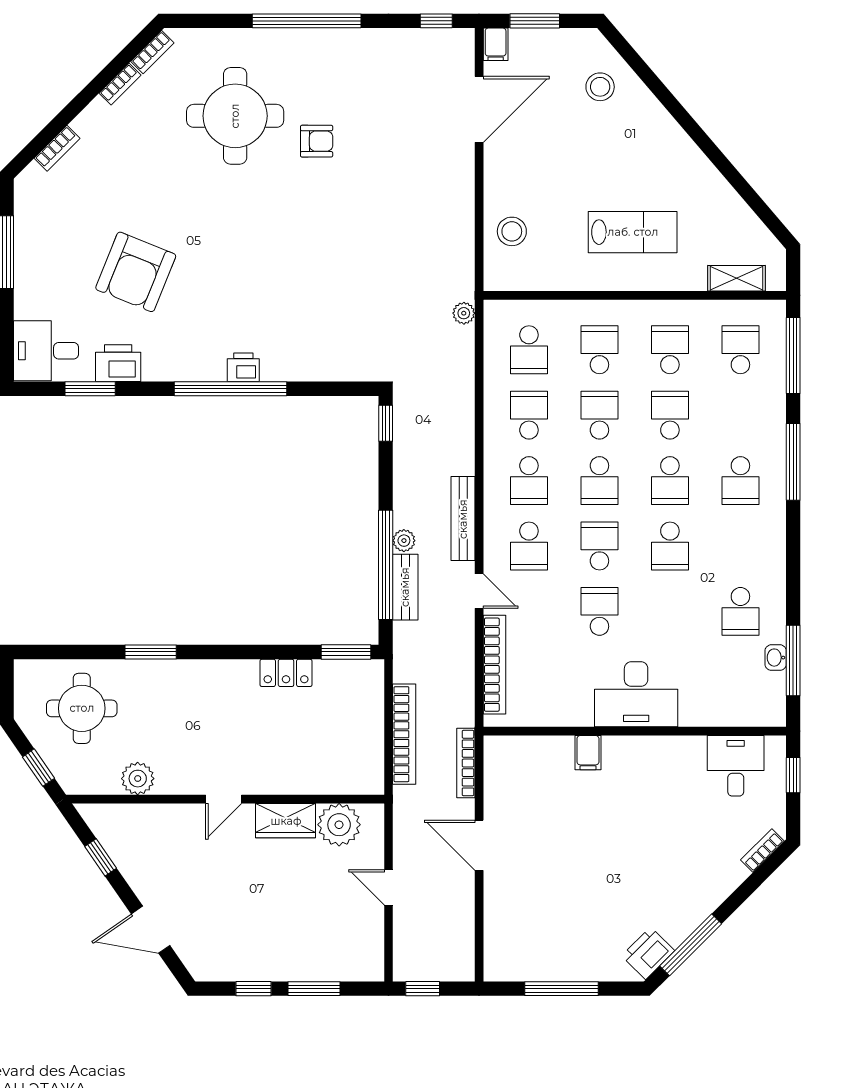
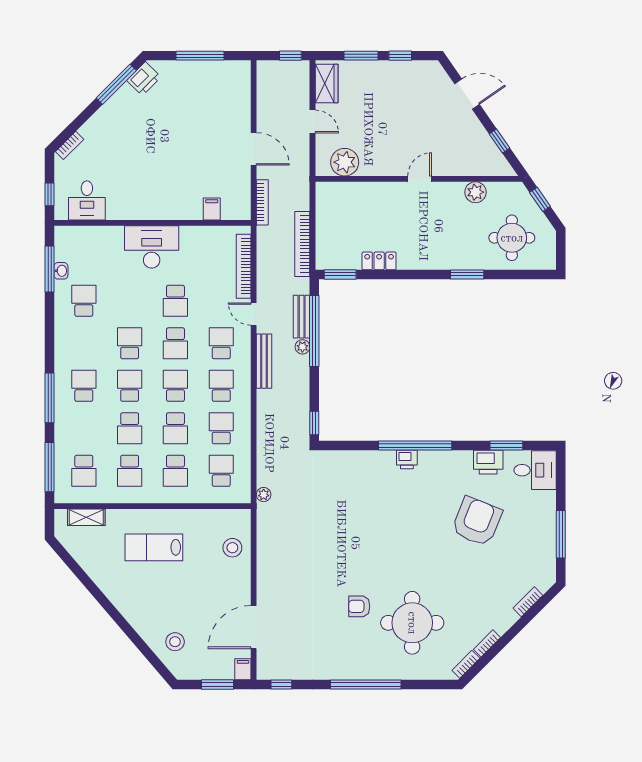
school desk: (529, 415) -> (221, 428), turned 180
bookcase: (404, 734) -> (302, 244), moved
filing cabinet: (588, 753) -> (212, 209), moved
wardrobe: (286, 821) -> (327, 83), moved, turned 90

